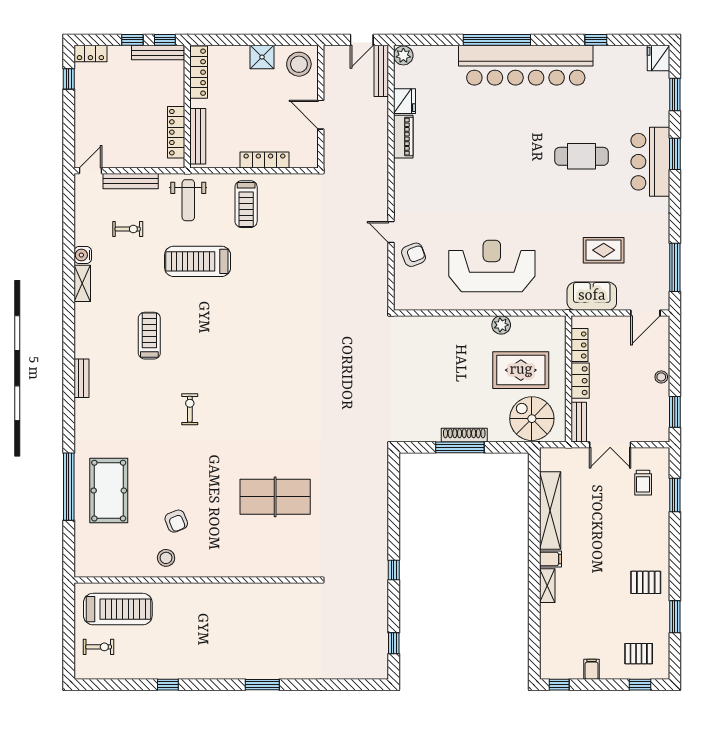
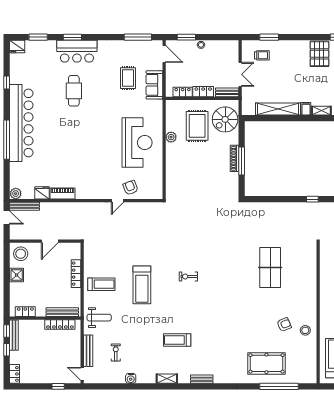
locker: (199, 72) -> (25, 312), width x0.66
window: (69, 79) -> (58, 386), moved
treadmill: (198, 261) -> (142, 285), moved
reception desk: (492, 266) -> (137, 143), turned 180
shelving: (82, 283) -> (167, 379), moved
exercise bike: (190, 409) -> (188, 276), moved
window: (675, 412) -> (186, 37), moved
window: (69, 487) -> (279, 386), moved
pallet: (646, 582) -> (319, 54), width x1.50, depth x1.42

